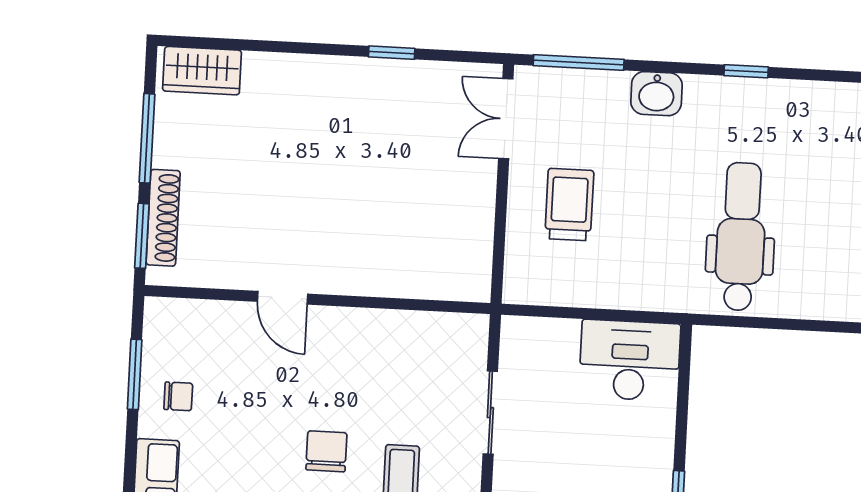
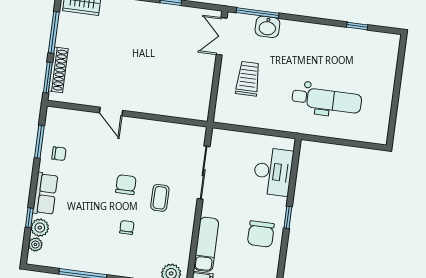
window: (746, 71) -> (357, 26), moved
washbasin: (656, 94) -> (267, 27), moved
dental chair: (741, 237) -> (327, 100), turned 90
desk: (630, 360) -> (273, 172), moved, turned 90
sliding door: (490, 413) -> (204, 173), width x1.37

